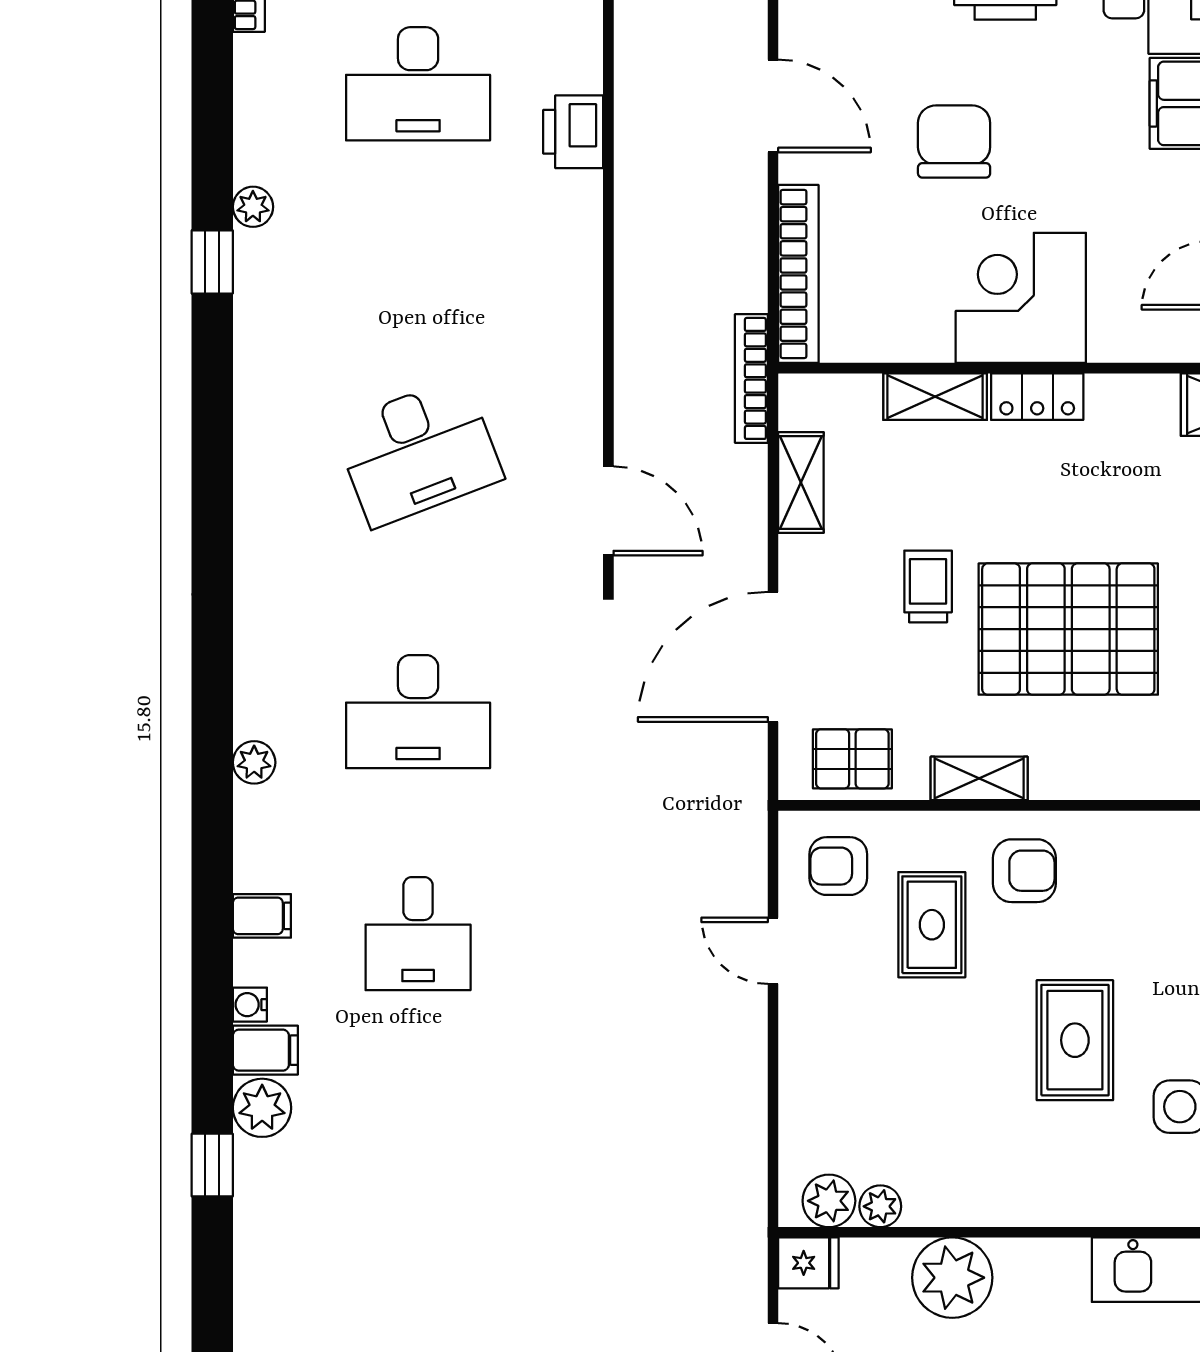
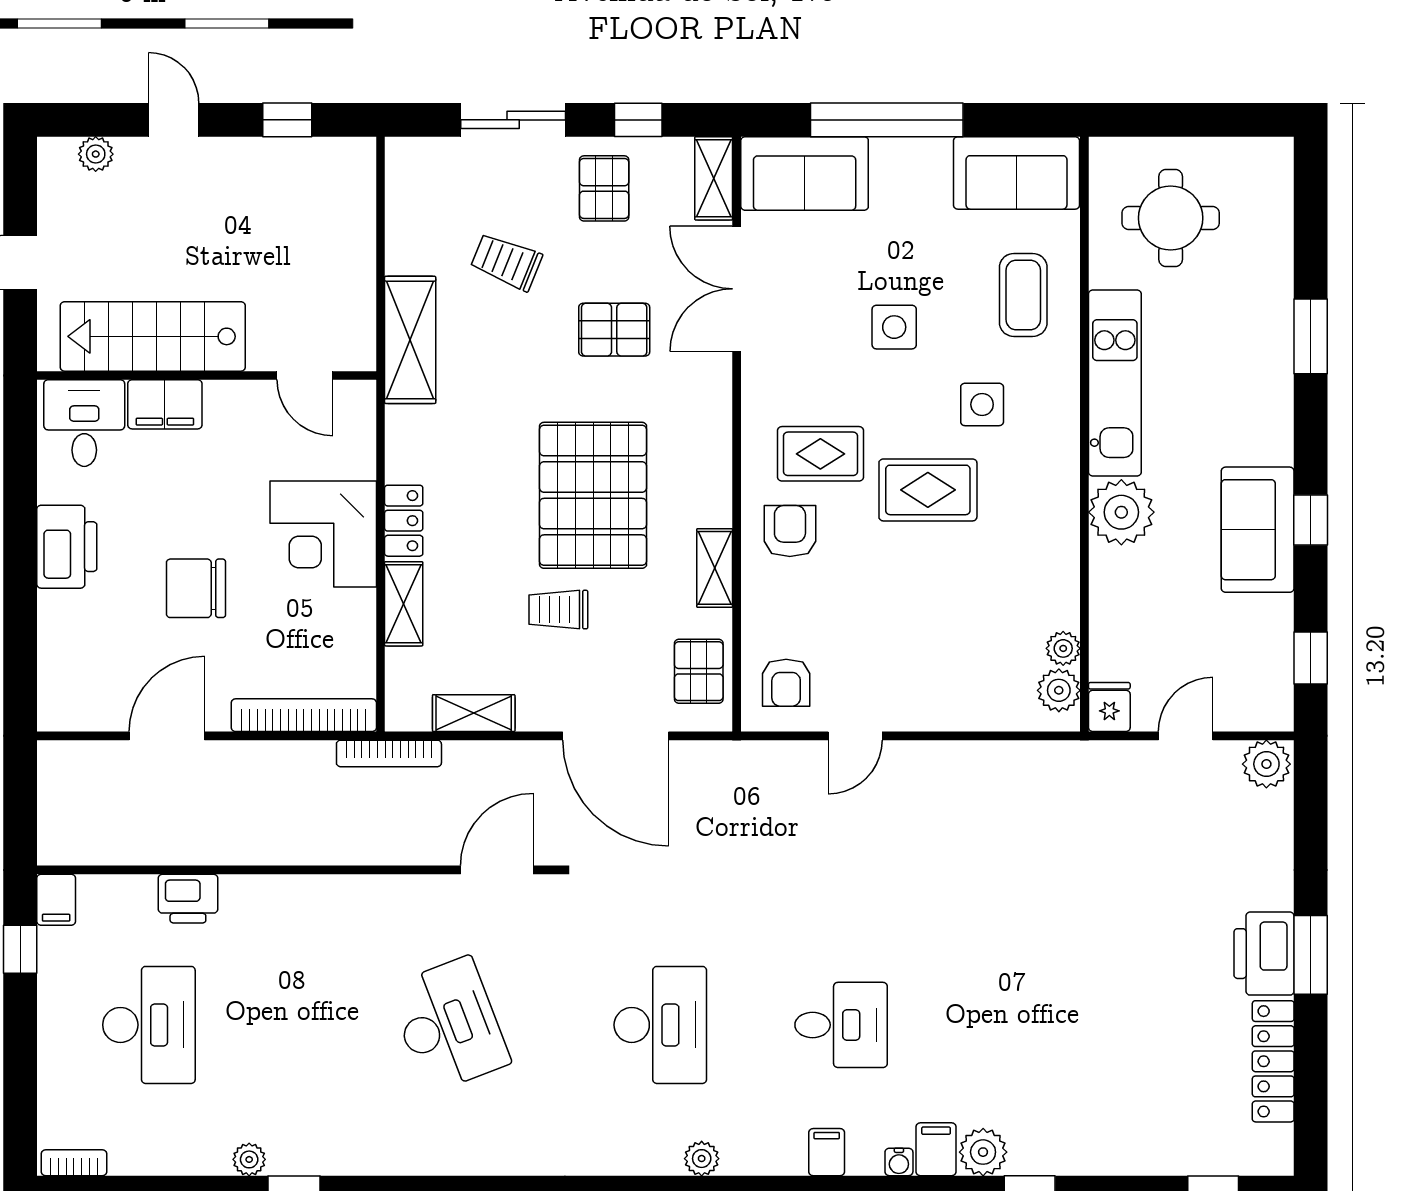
rug: (932, 925) -> (820, 454), moved
plant: (952, 1278) -> (1121, 512), moved

